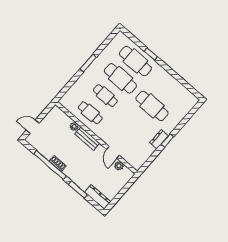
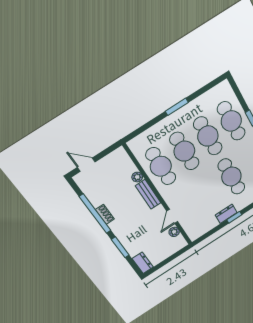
cafe table: (105, 96) -> (184, 151), width x1.37, depth x1.35
cafe table: (90, 113) -> (161, 166), width x1.37, depth x1.35
dresser: (98, 197) -> (143, 263), width x0.70

